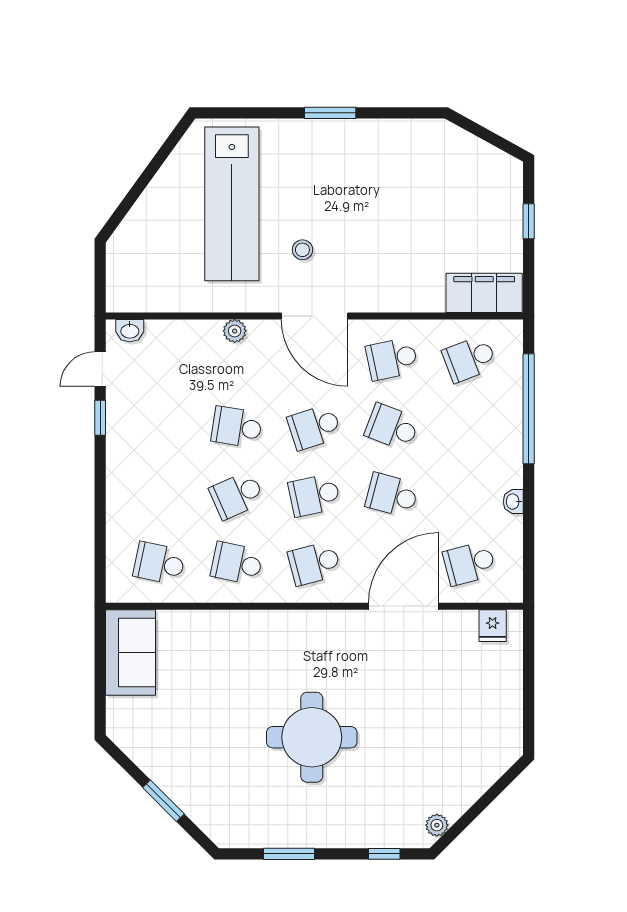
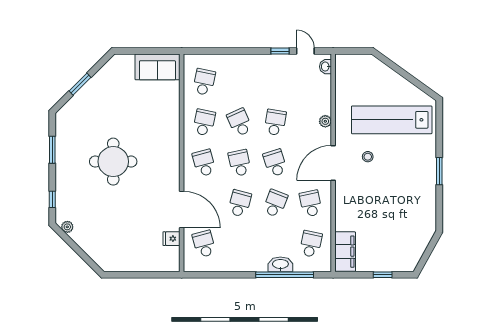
school desk: (469, 359) -> (311, 244), turned 33
washbasin: (513, 502) -> (280, 264), moved, width x1.91, depth x1.45
fridge: (493, 626) -> (171, 239), moved

